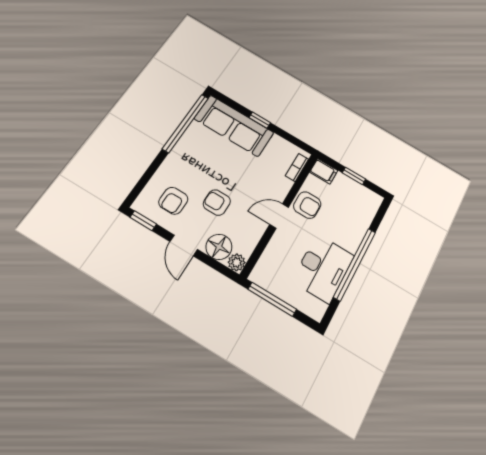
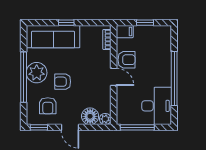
window: (186, 123) -> (24, 77), moved
plant: (187, 153) -> (37, 73), added
armchair: (217, 203) -> (63, 82), moved
door: (279, 216) -> (114, 77), swing flipped
desk: (323, 268) -> (157, 106), moved

